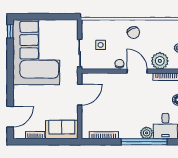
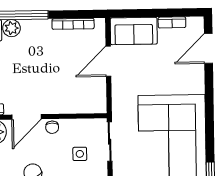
door: (137, 71) -> (27, 117), hinge flipped
door: (80, 95) -> (108, 61), moved

